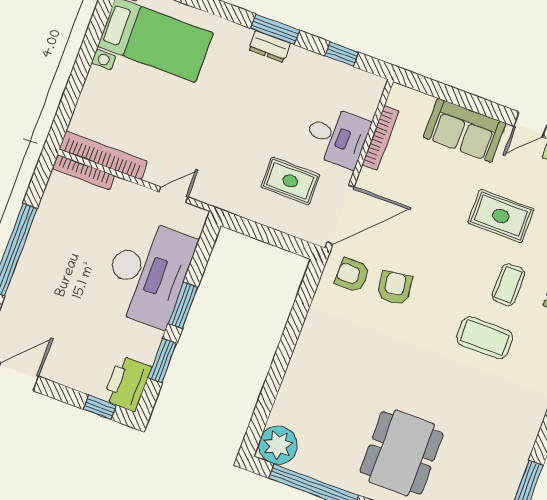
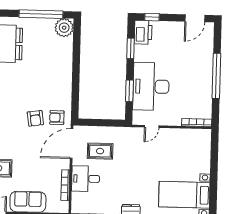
bookcase: (103, 155) -> (190, 133), removed
armchair: (352, 275) -> (57, 118), turned 180
window: (183, 305) -> (129, 91), moved

